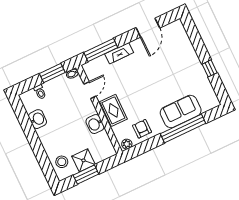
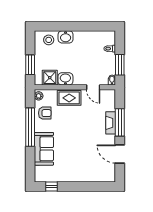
window: (101, 50) -> (120, 122), moved
window: (210, 68) -> (52, 186), moved
washbasin: (38, 119) -> (66, 37), moved
window: (183, 128) -> (30, 127), moved
shower: (83, 160) -> (50, 78), moved
window: (86, 175) -> (30, 65), moved

